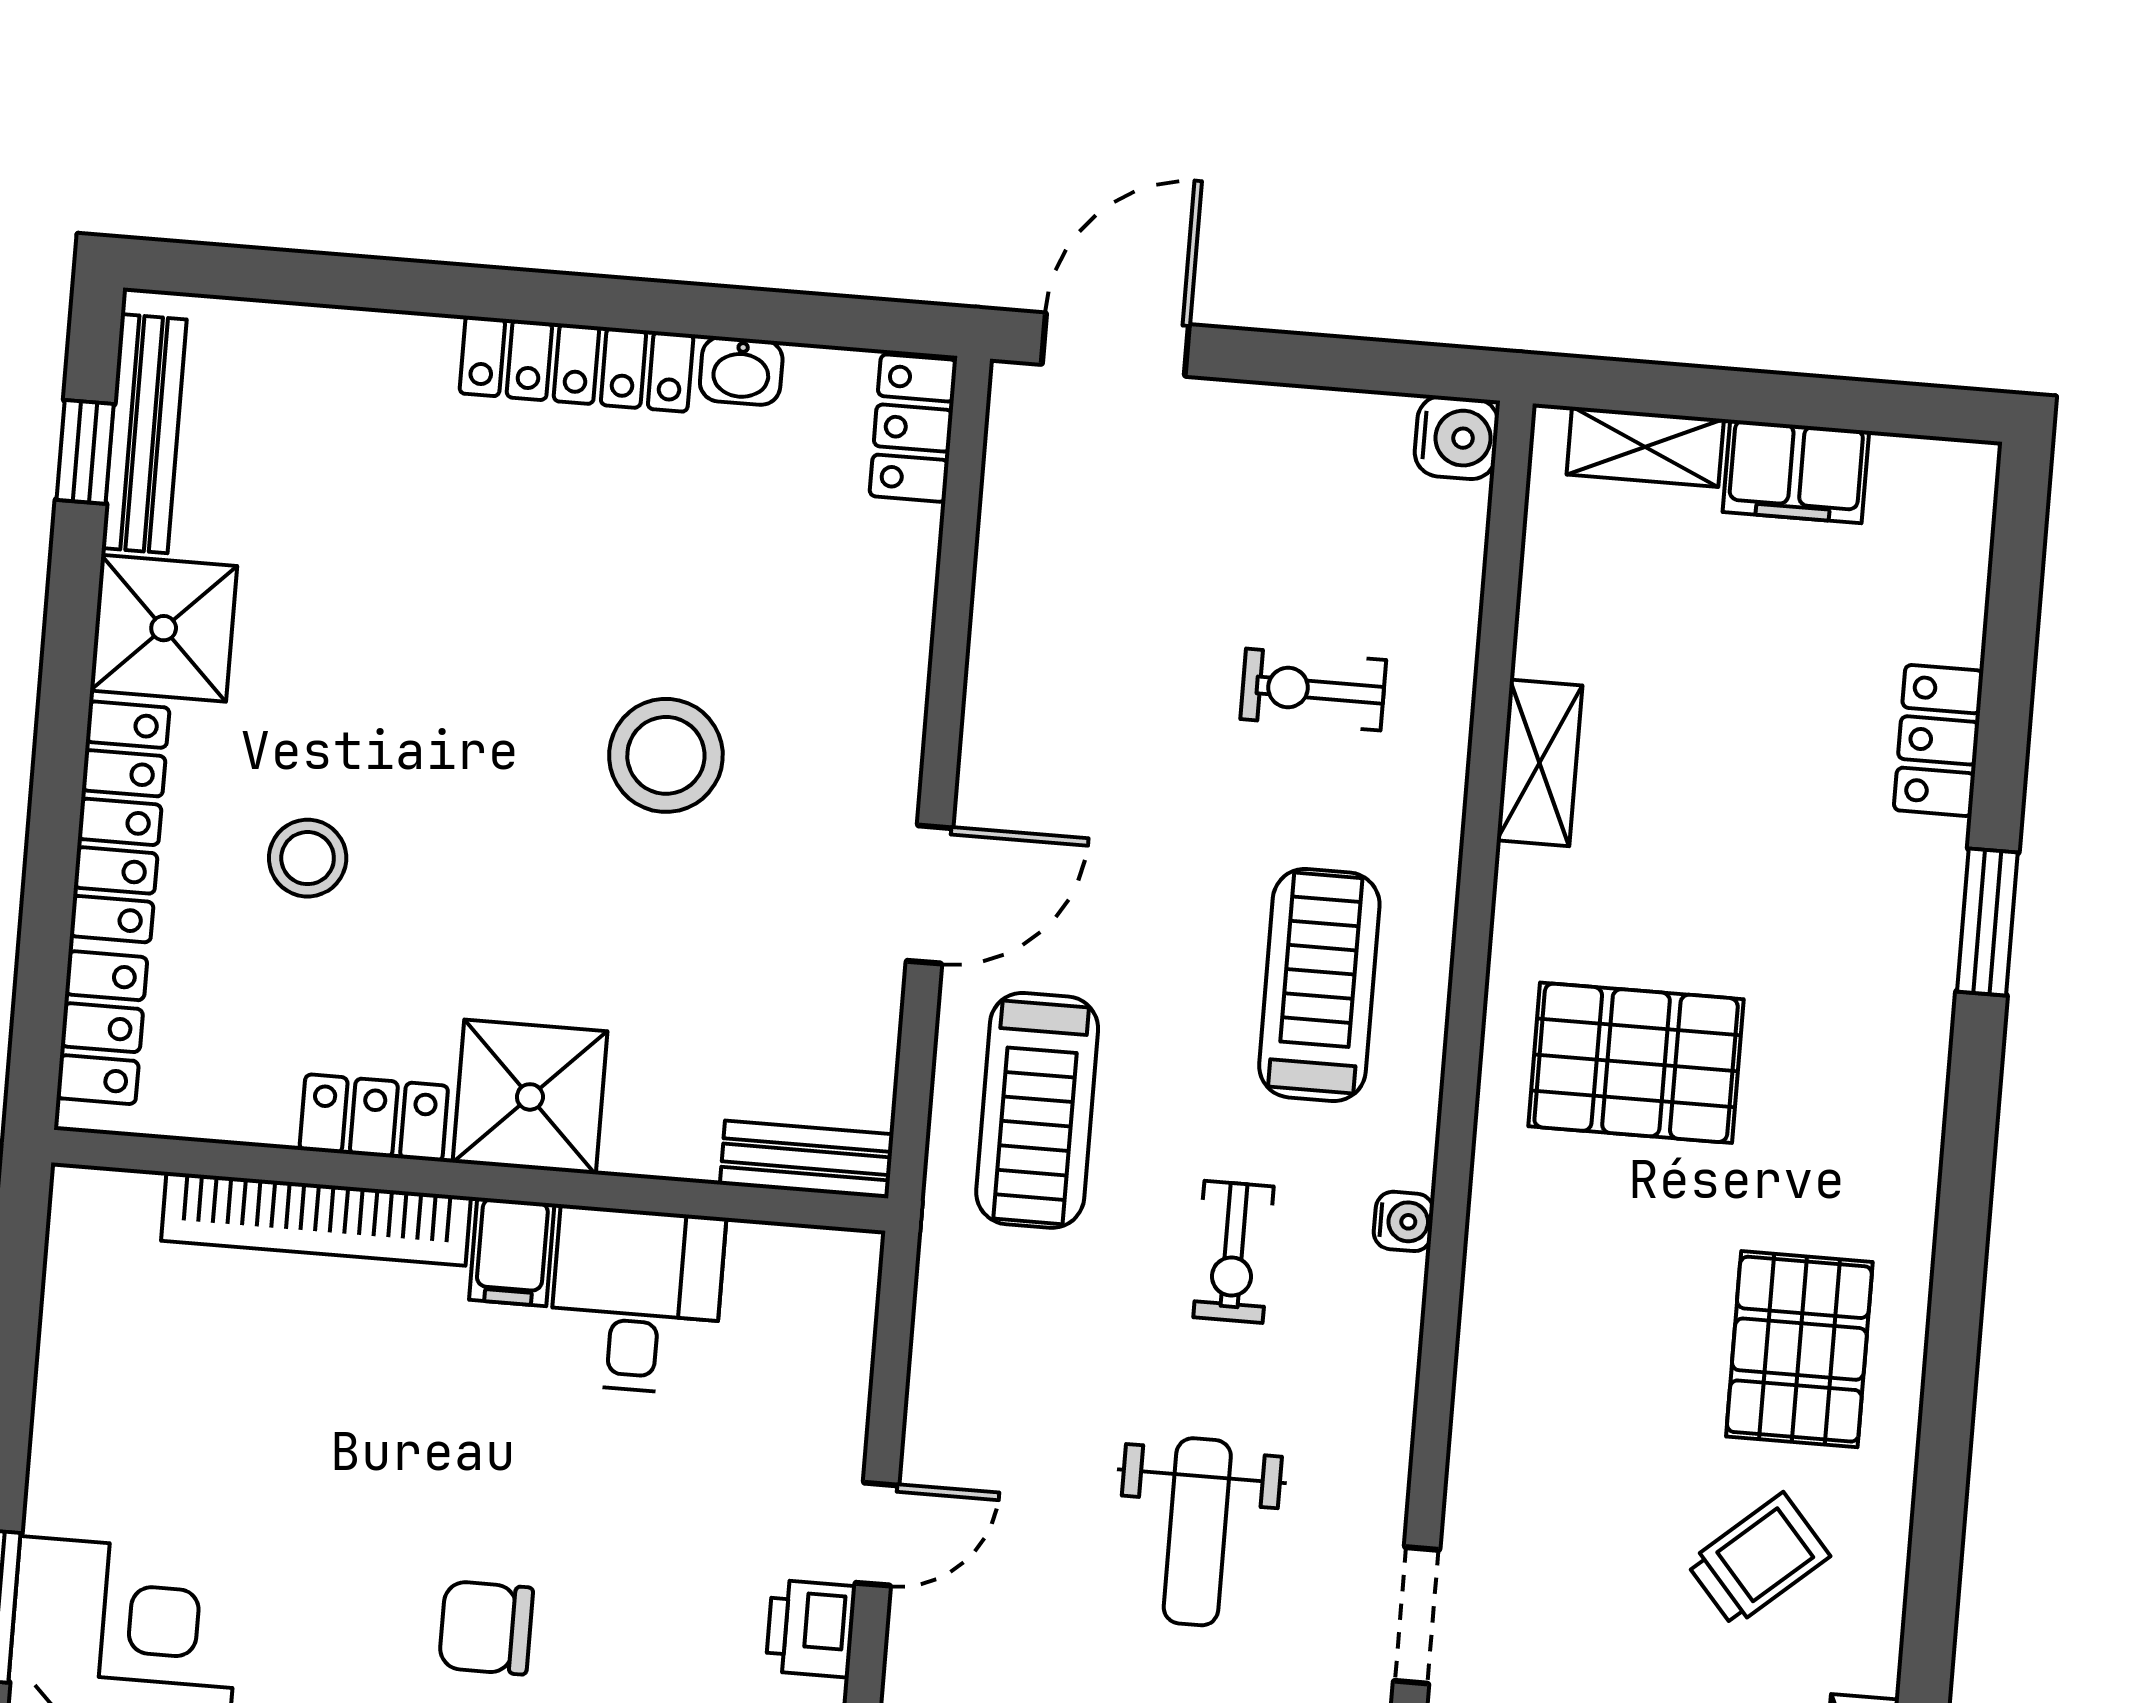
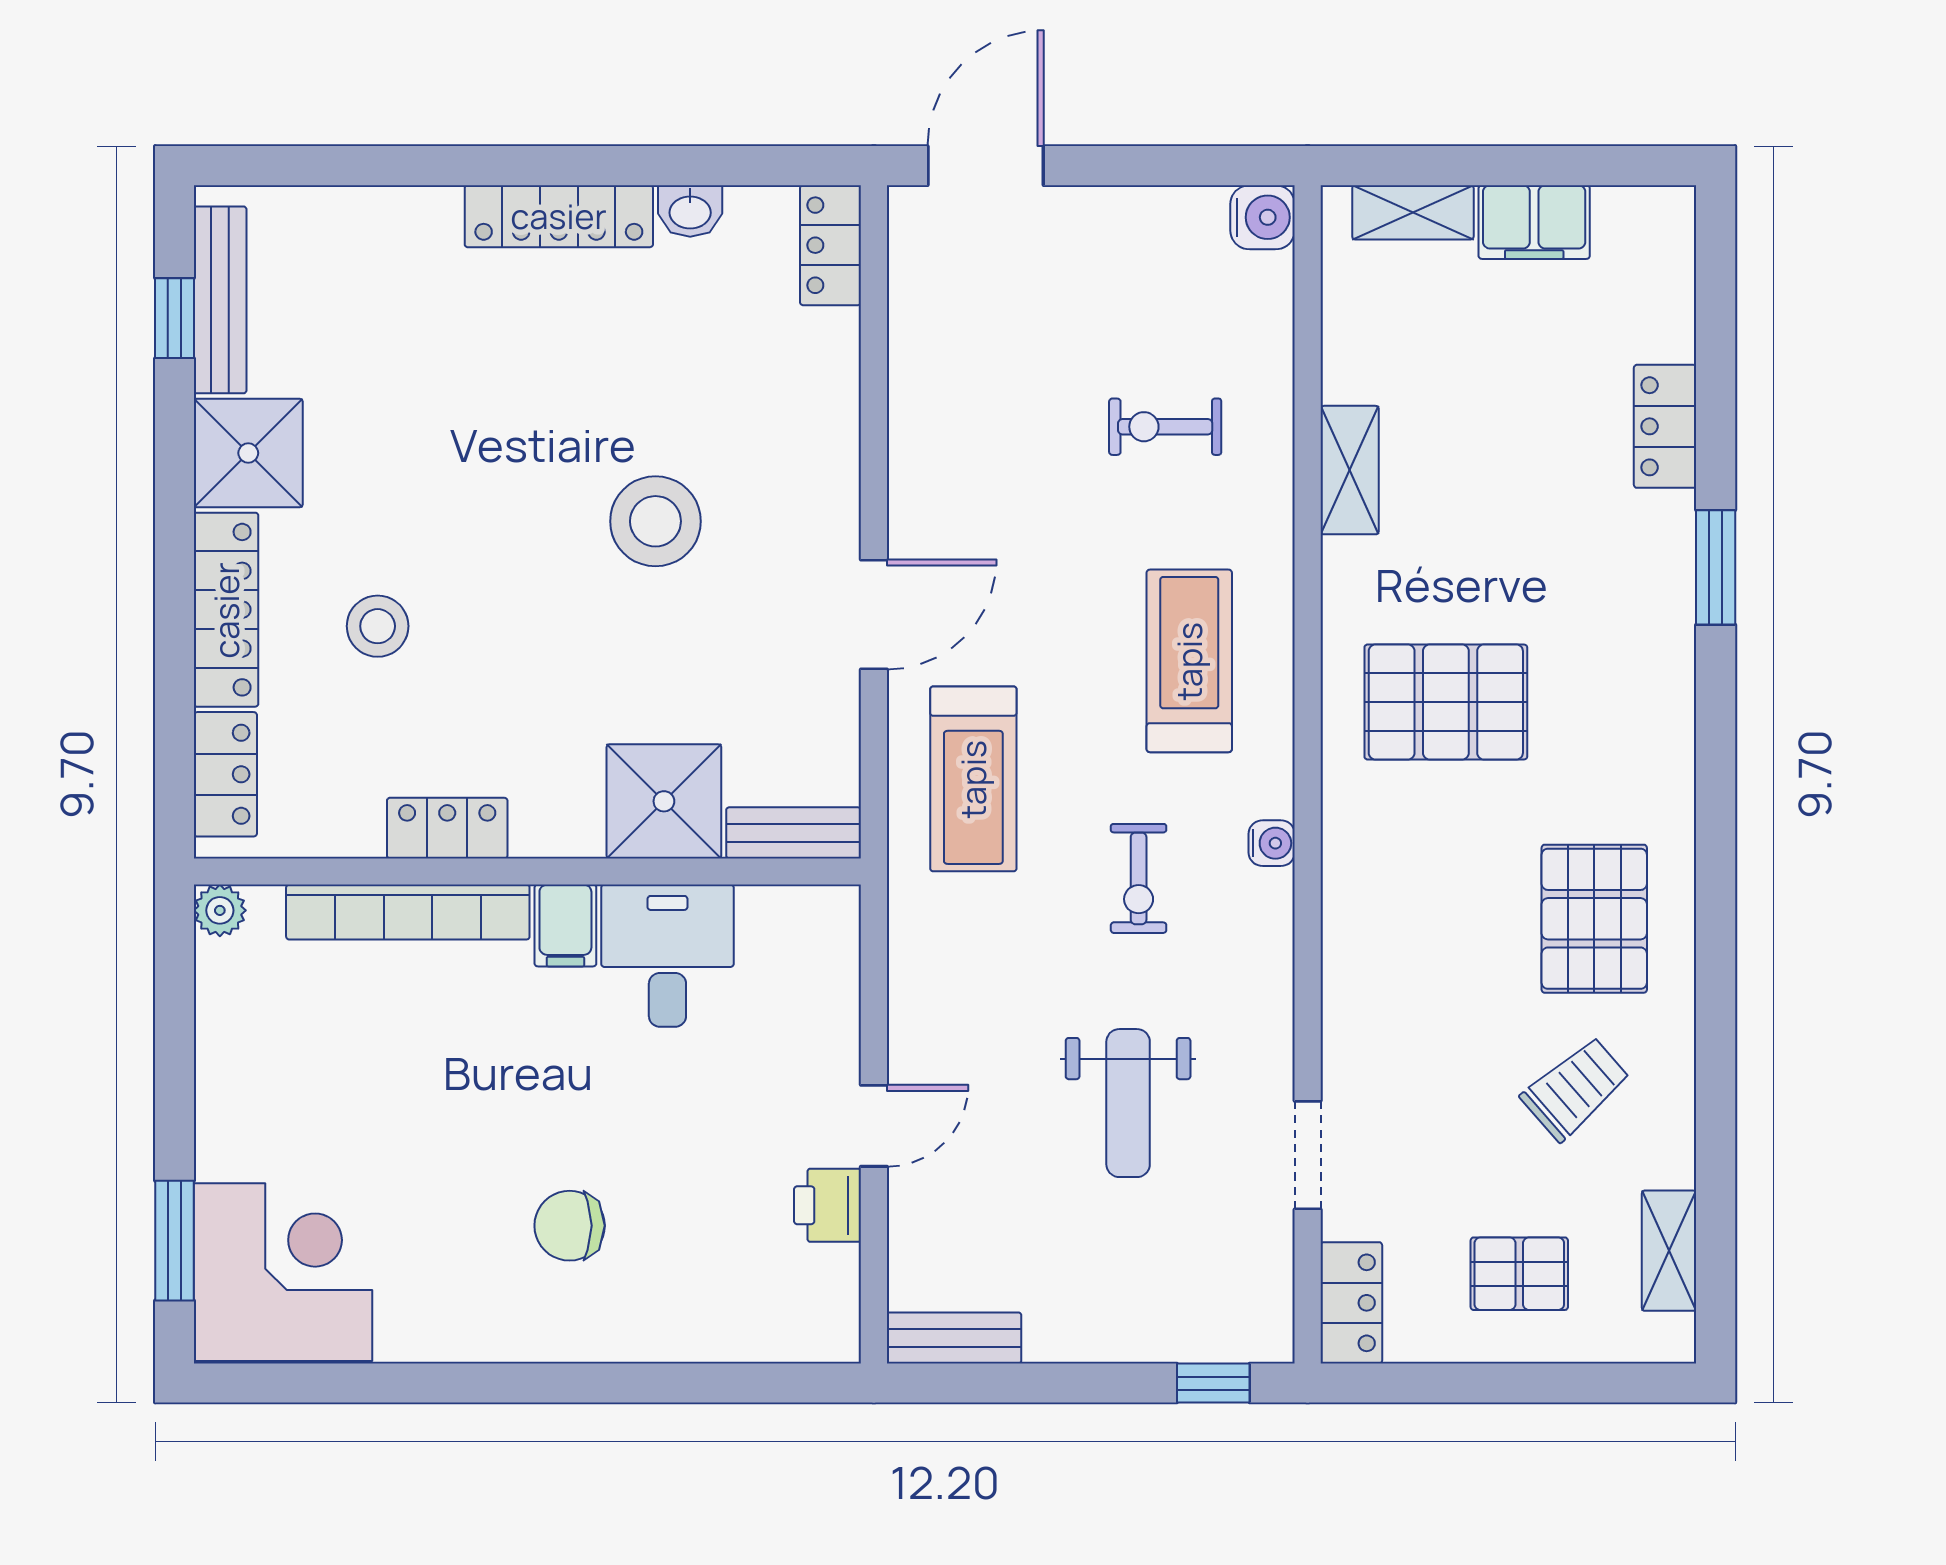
shower: (530, 1097) -> (664, 801), moved
plant: (81, 1197) -> (220, 910), added

